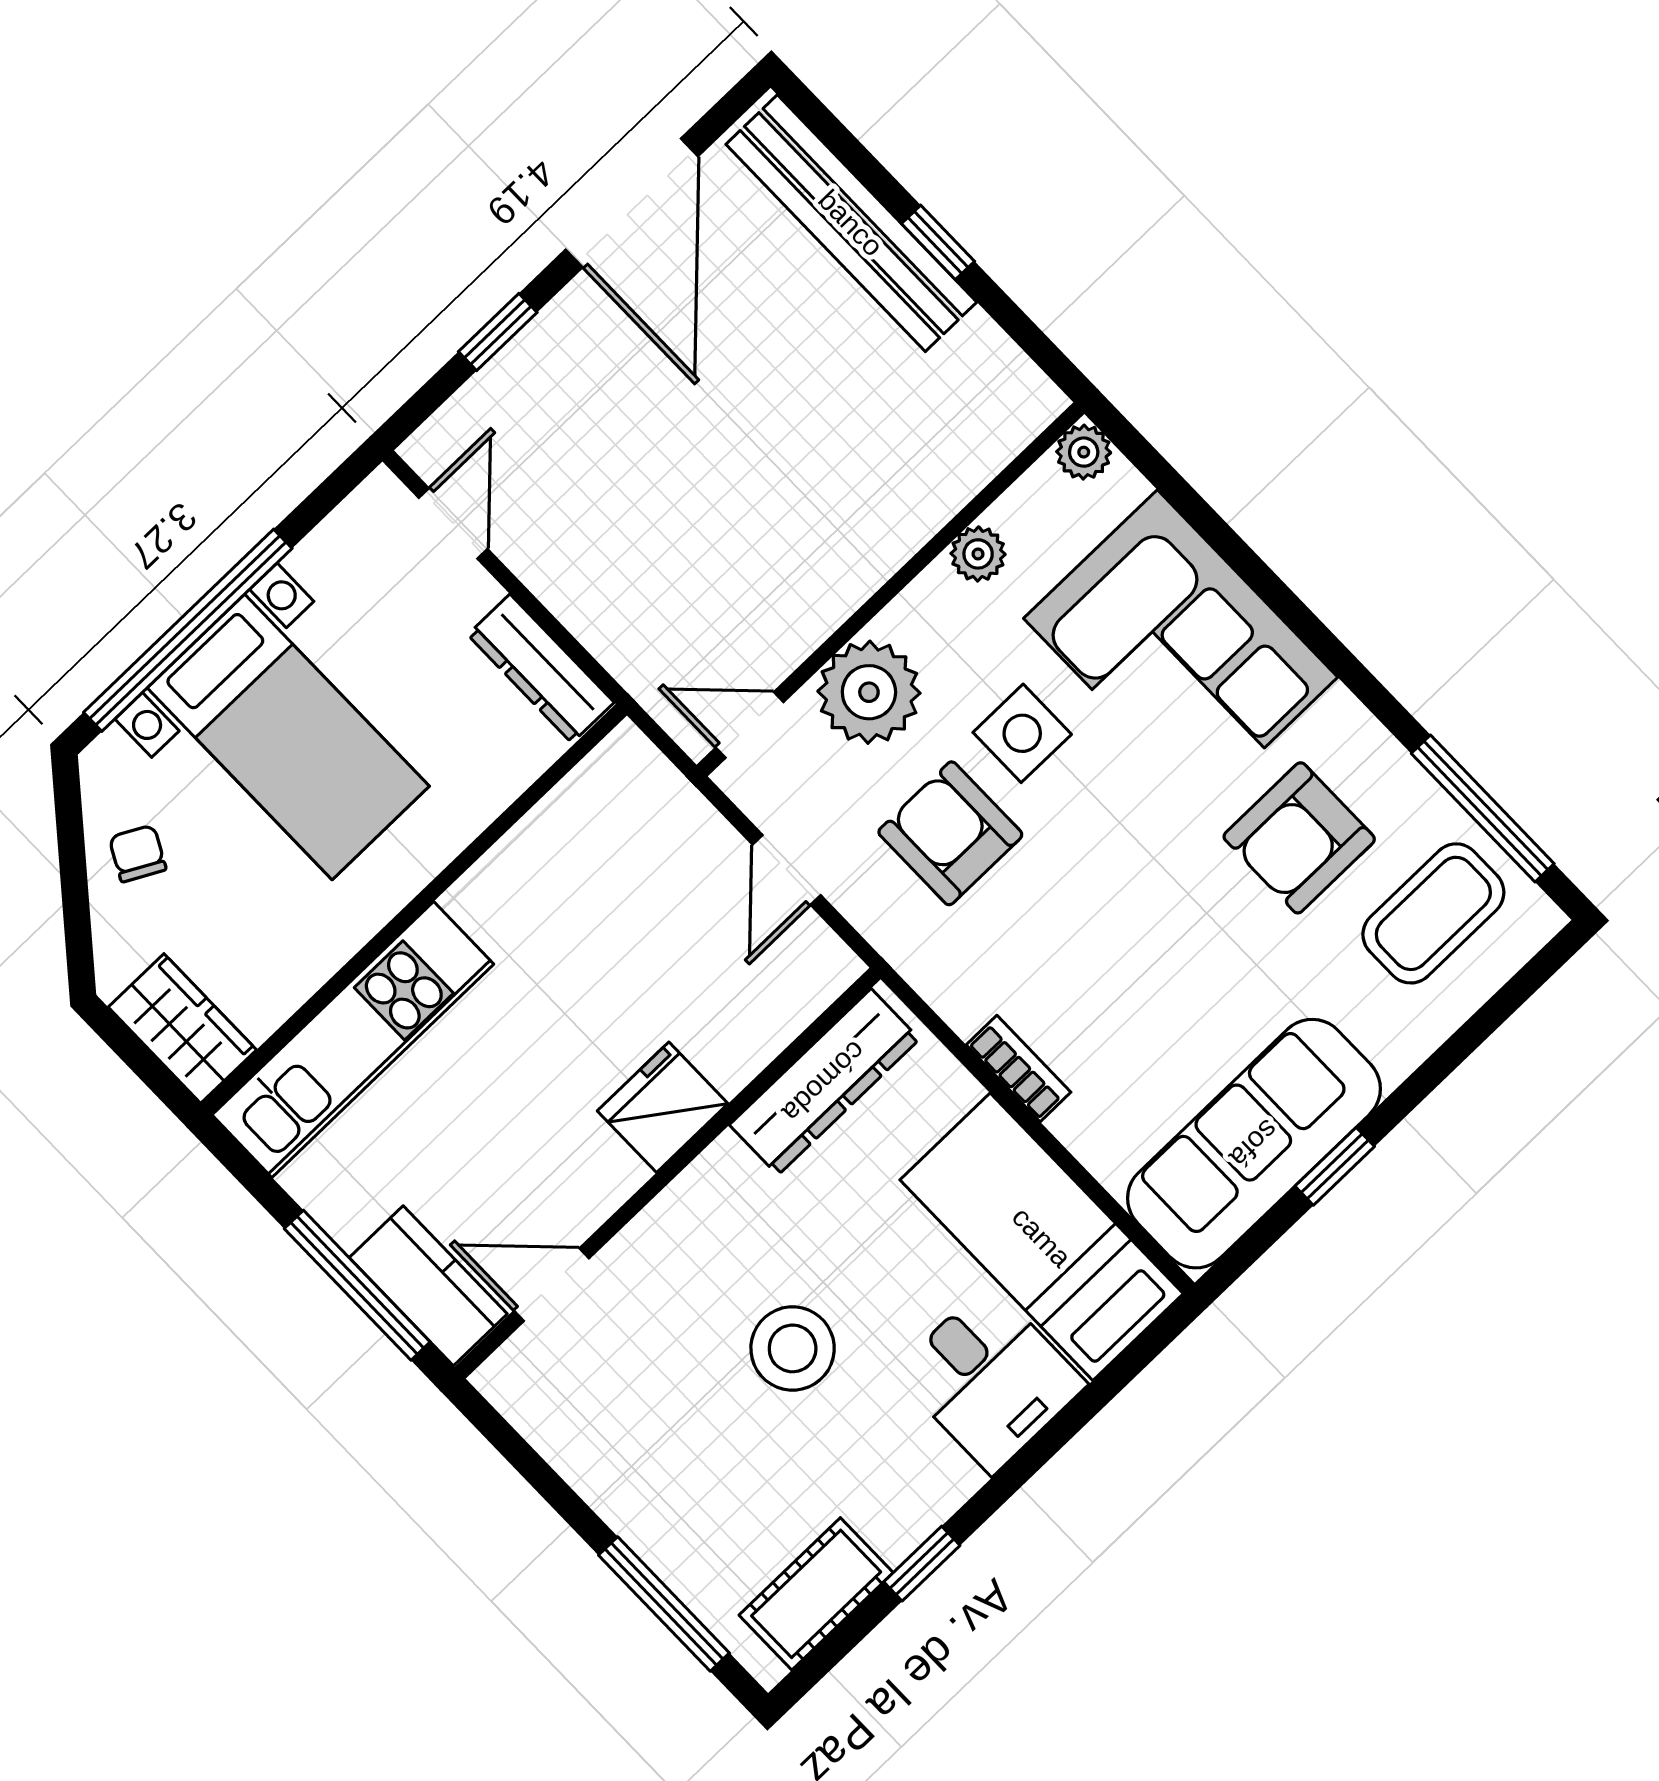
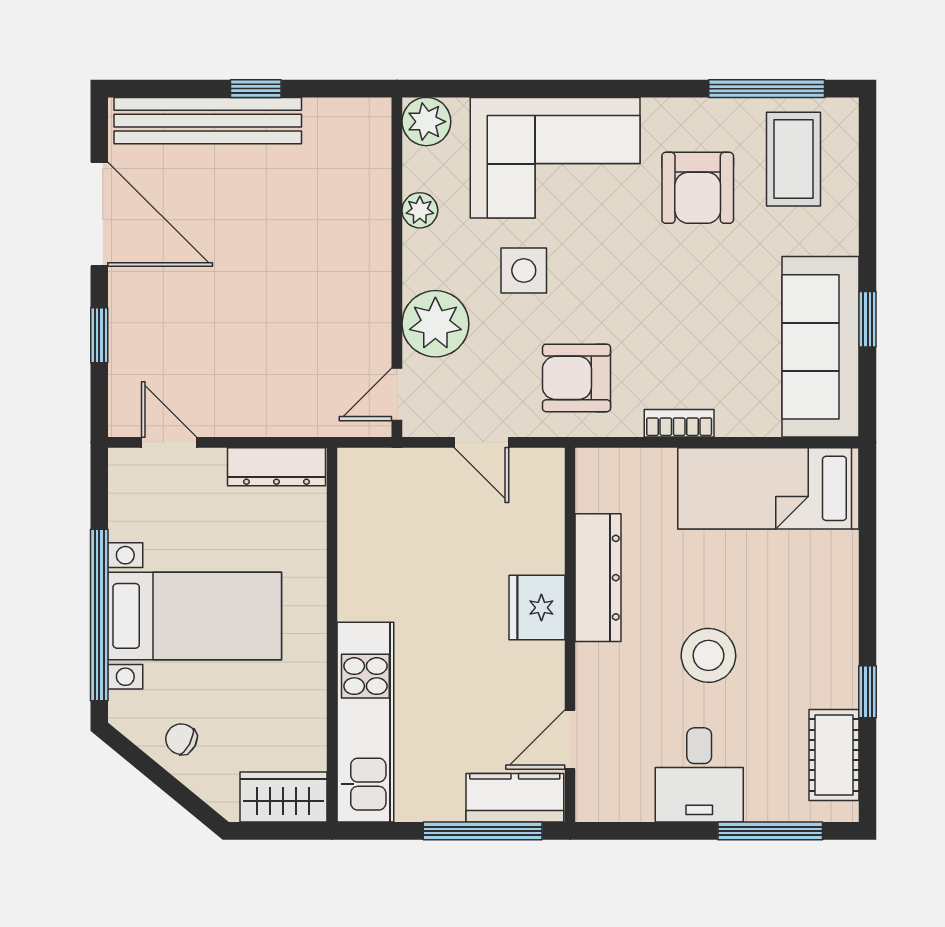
plant: (1084, 452) -> (426, 122), width x1.38, depth x1.38
armchair: (950, 833) -> (576, 378), moved
dresser: (824, 1082) -> (598, 578), moved
desk: (990, 1379) -> (699, 775), moved, turned 90

